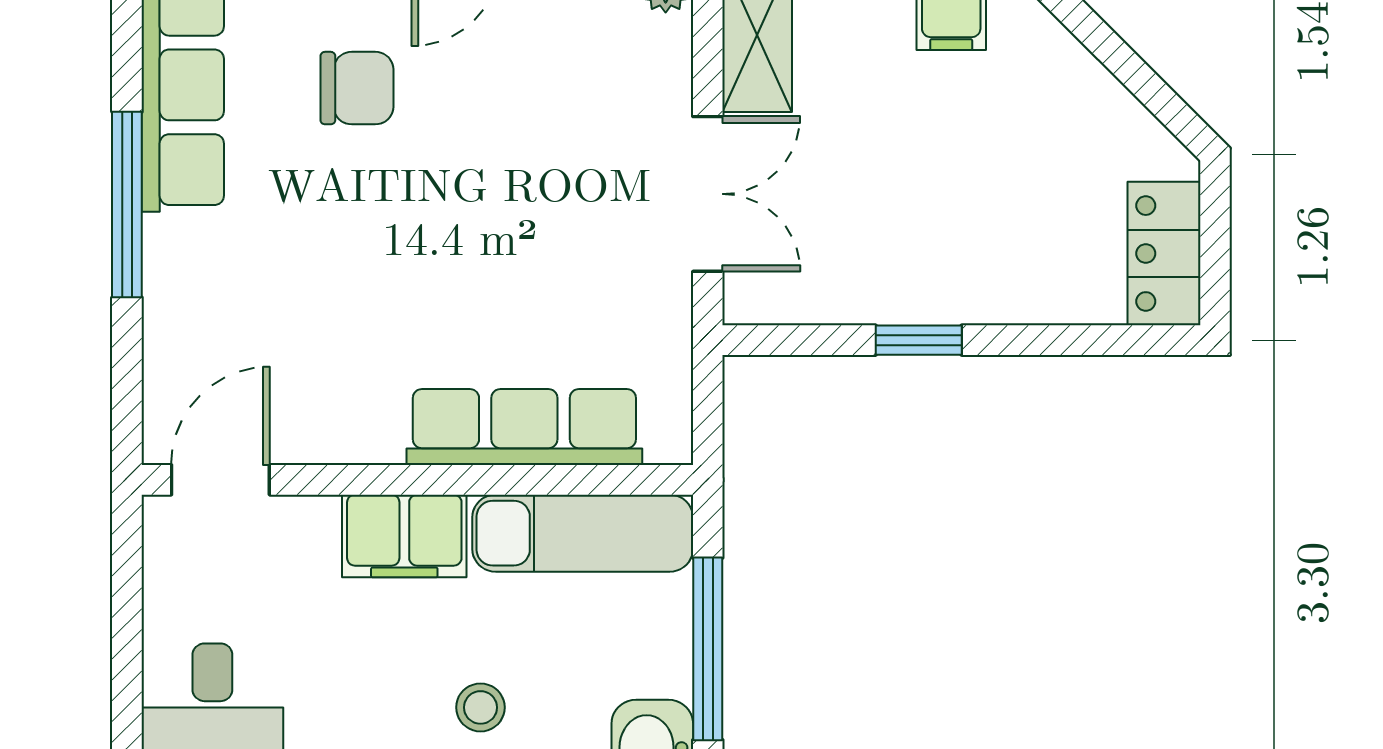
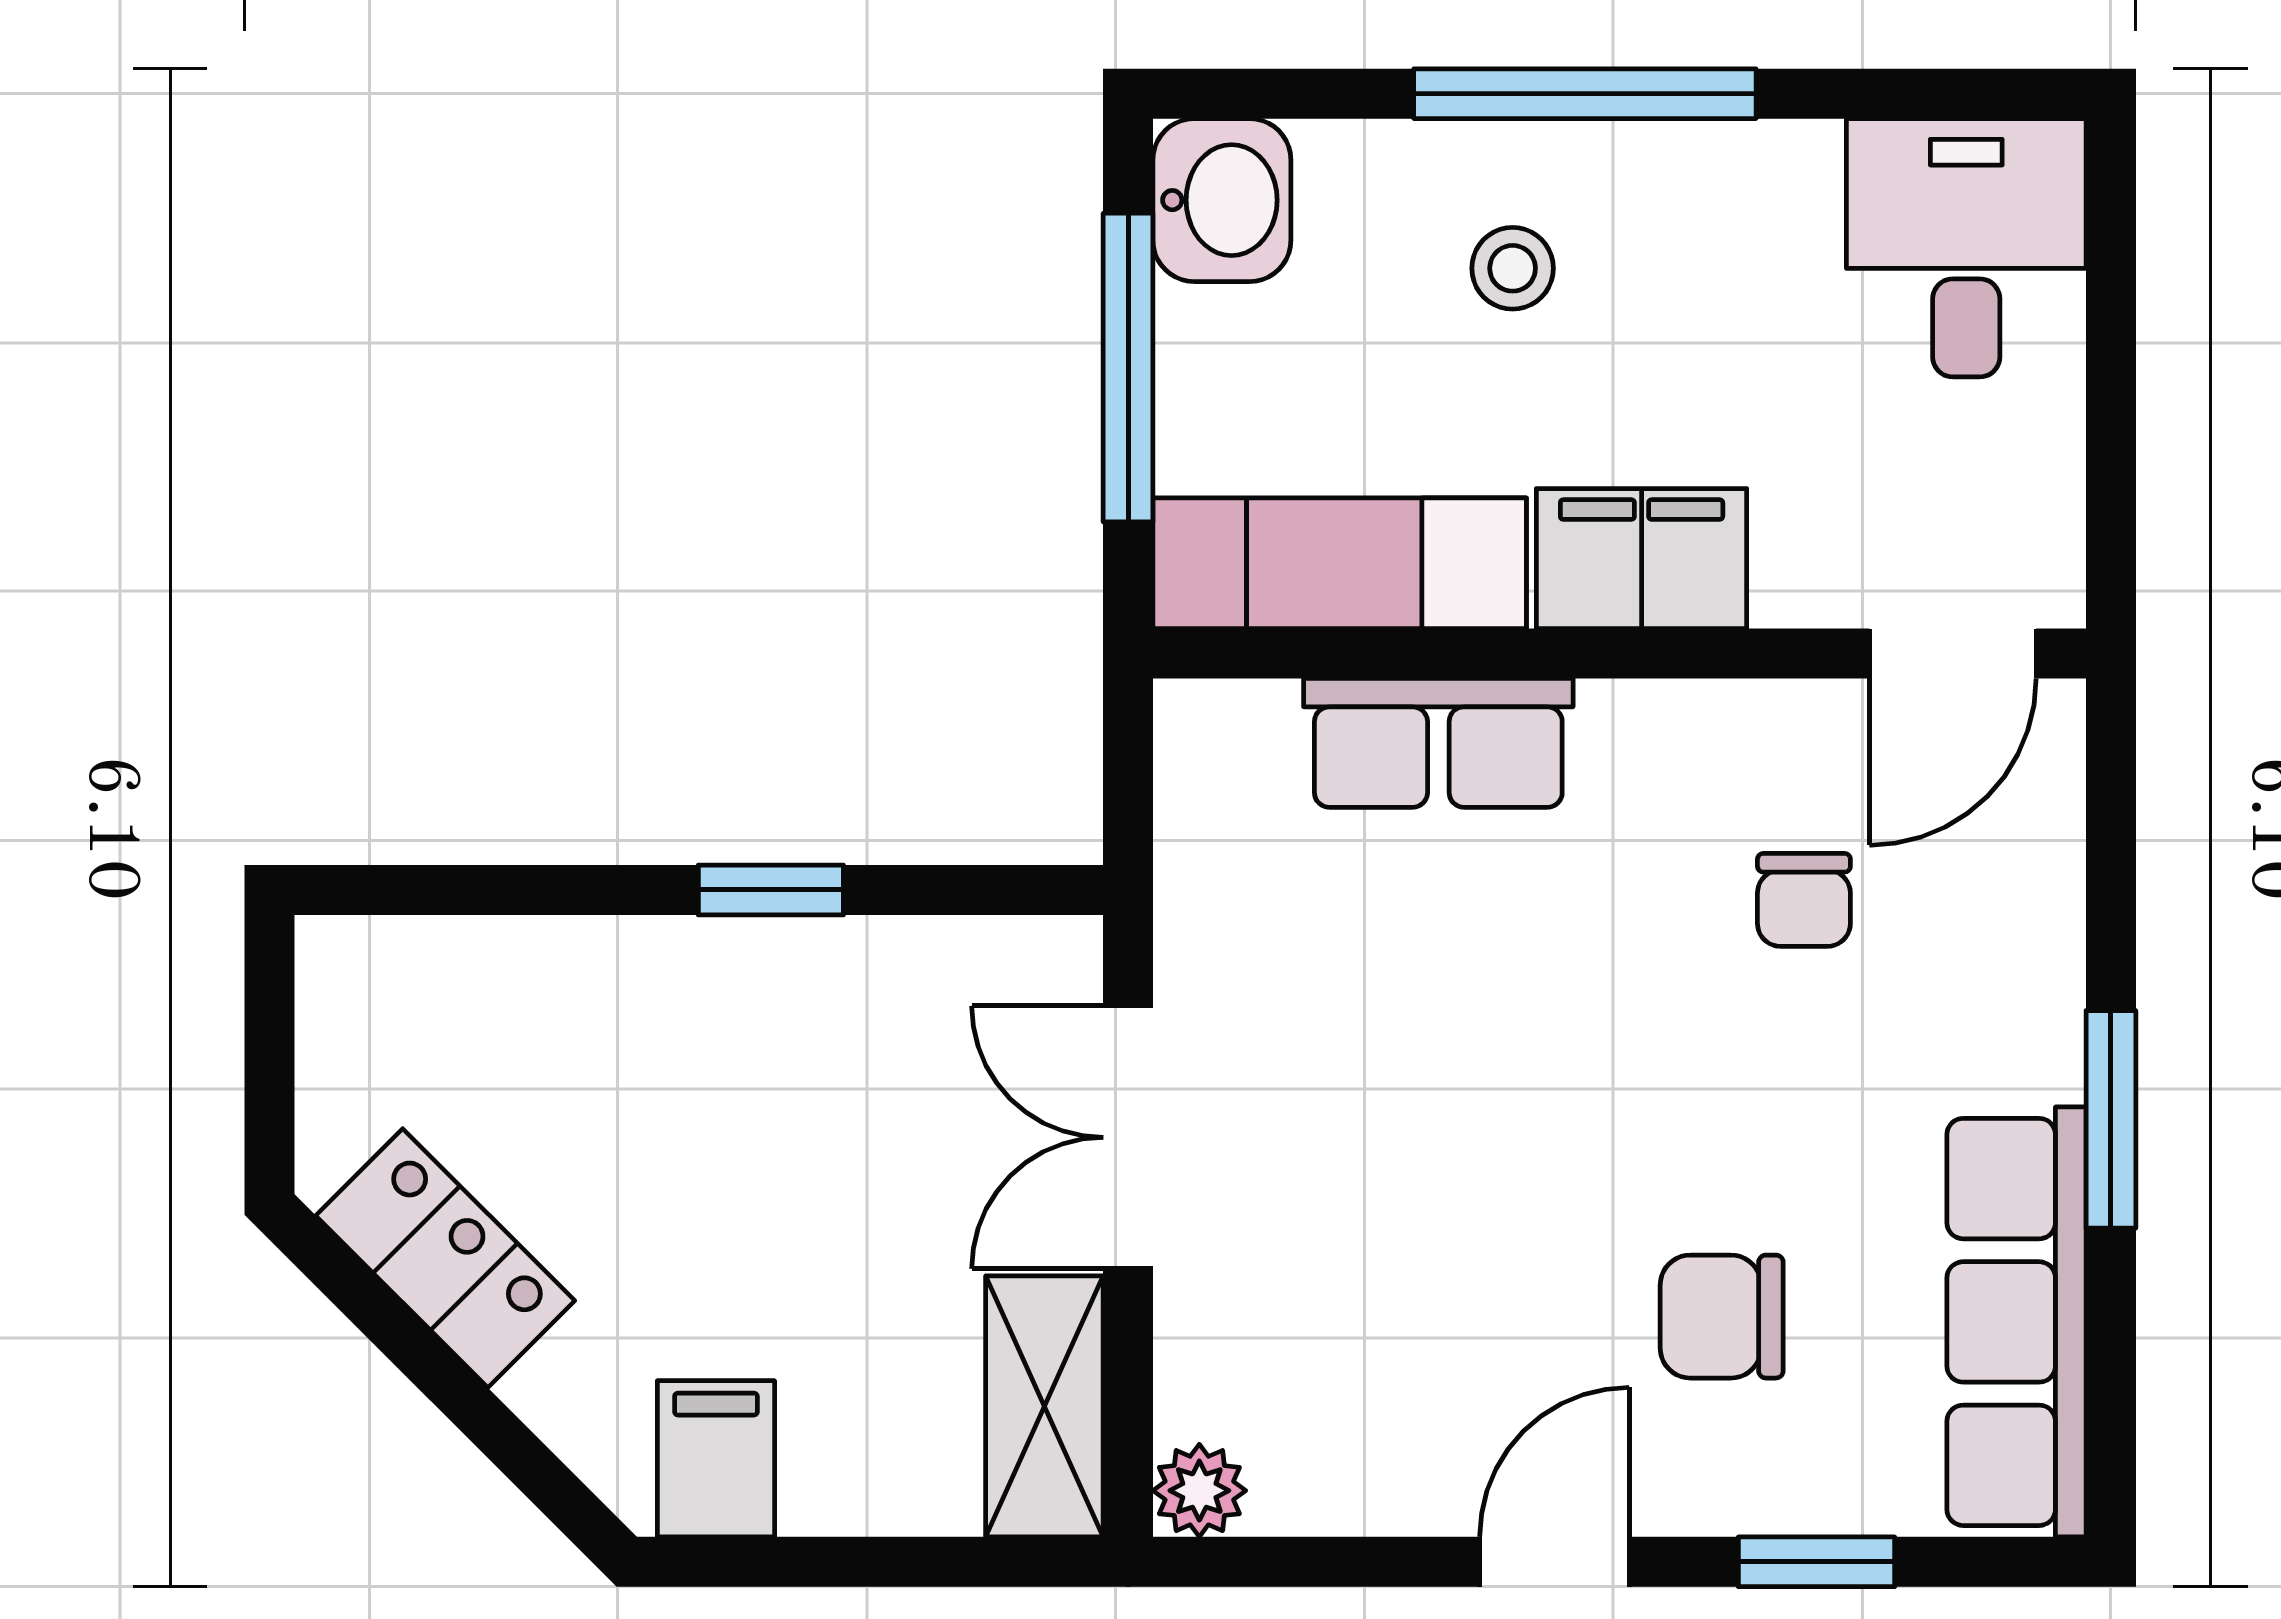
window: (127, 205) -> (2111, 1119), width x0.69
locker: (1164, 254) -> (445, 1258), moved, turned -45
chair: (308, 334) -> (1804, 900), added
row of seats: (524, 427) -> (1438, 743), width x0.68

